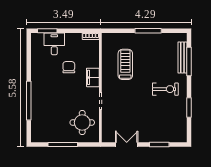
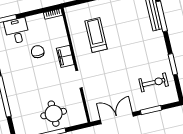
exercise bike: (165, 89) -> (154, 82), moved
round table: (82, 123) -> (54, 114), moved
double door: (127, 144) -> (117, 118), width x1.37

